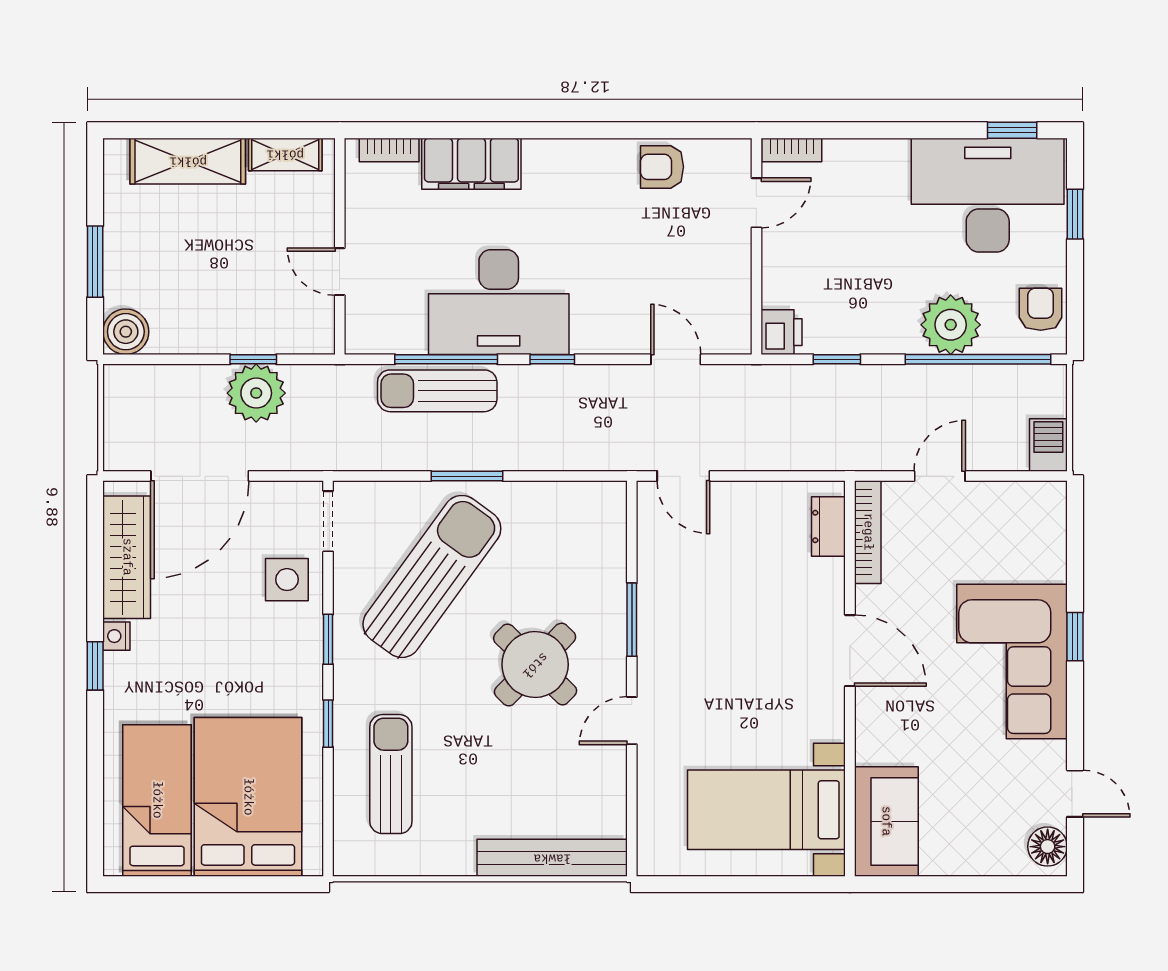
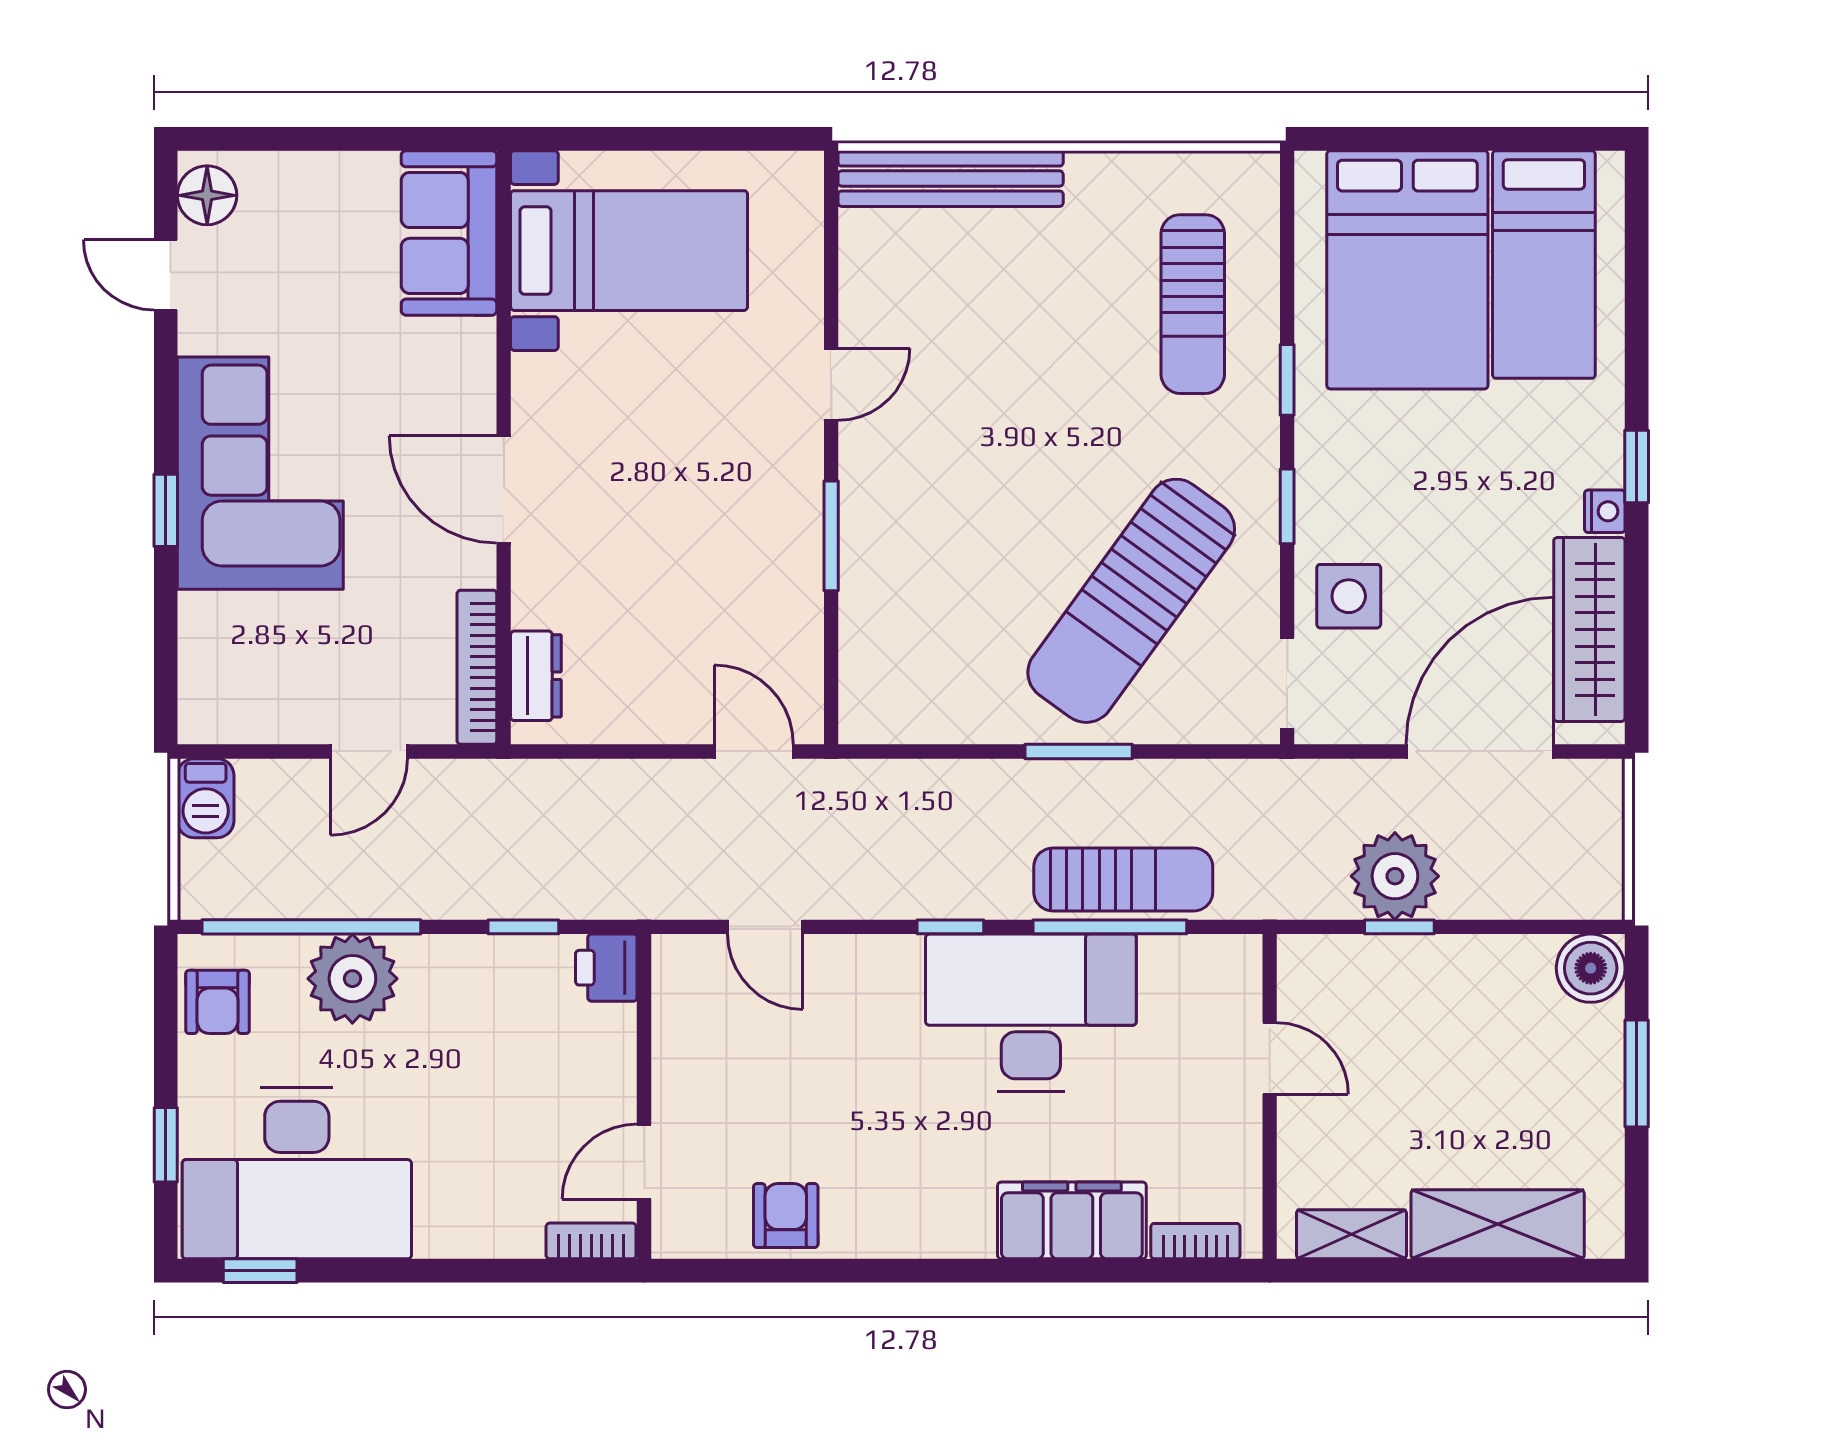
armchair: (662, 167) -> (786, 1216), turned -90
round table: (535, 665) -> (976, 469), removed

